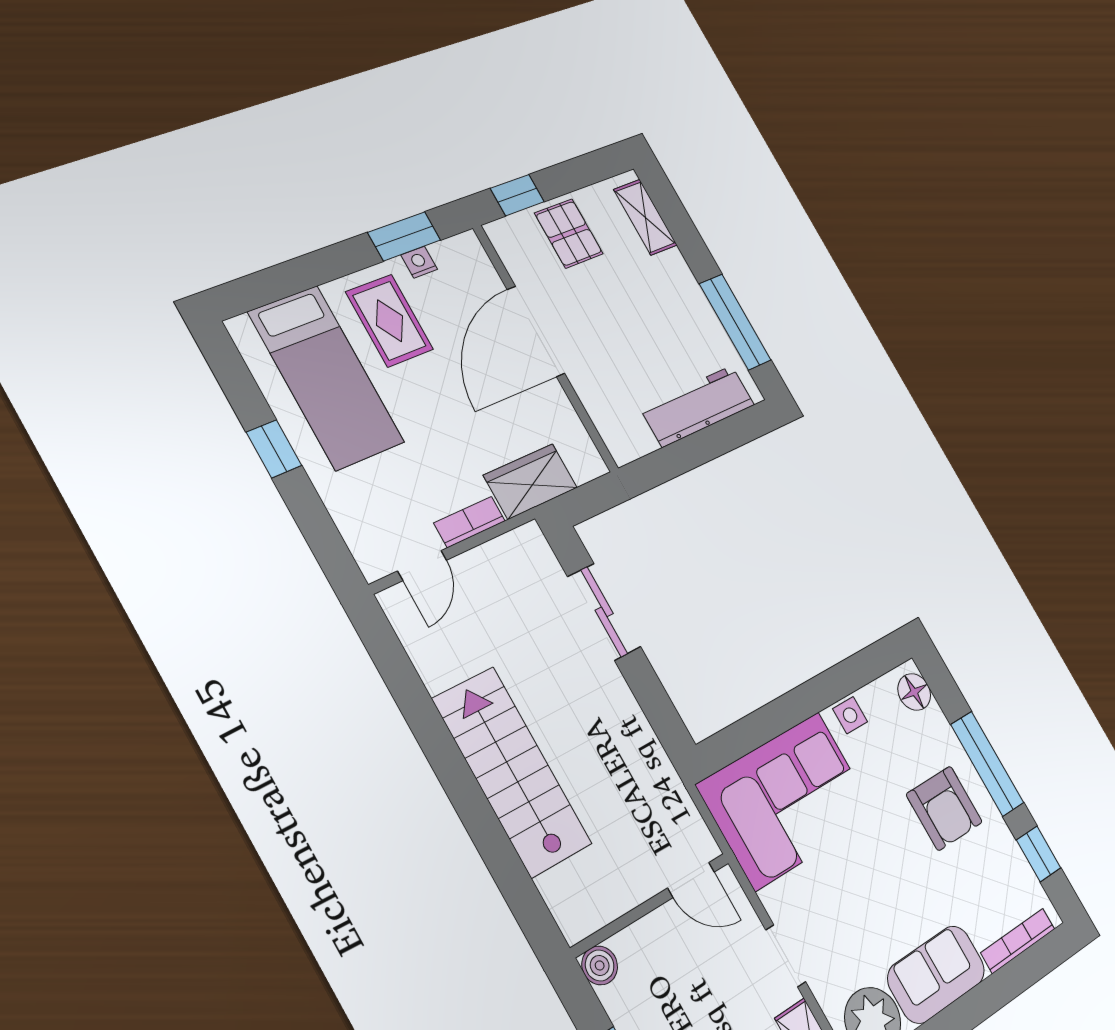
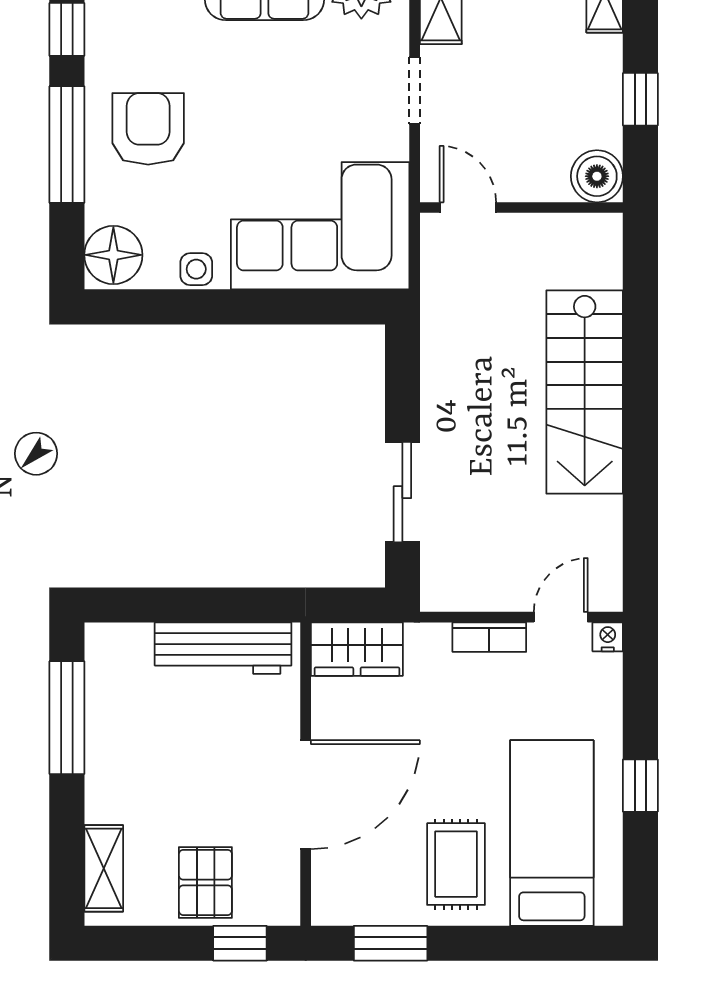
nightstand: (419, 262) -> (608, 637), moved, turned 180
workbench: (698, 406) -> (223, 648), moved
wardrobe: (530, 481) -> (357, 649), moved
floor lamp: (914, 692) -> (113, 255), width x1.38, depth x1.38
boiler: (600, 965) -> (597, 176), width x1.36, depth x1.36

